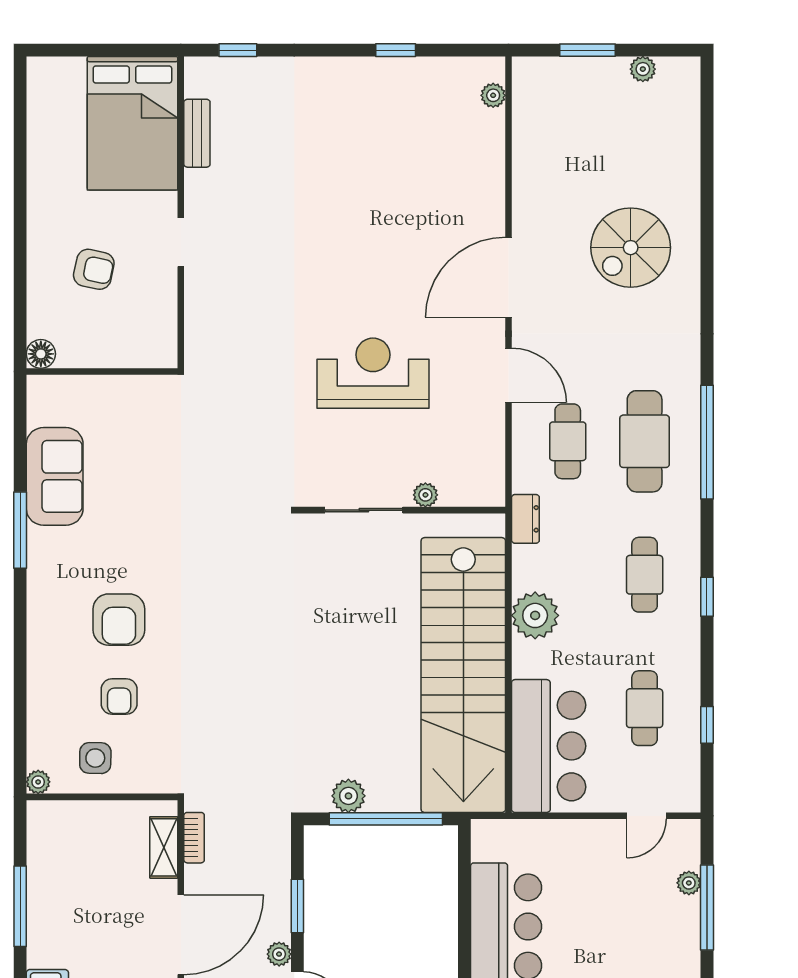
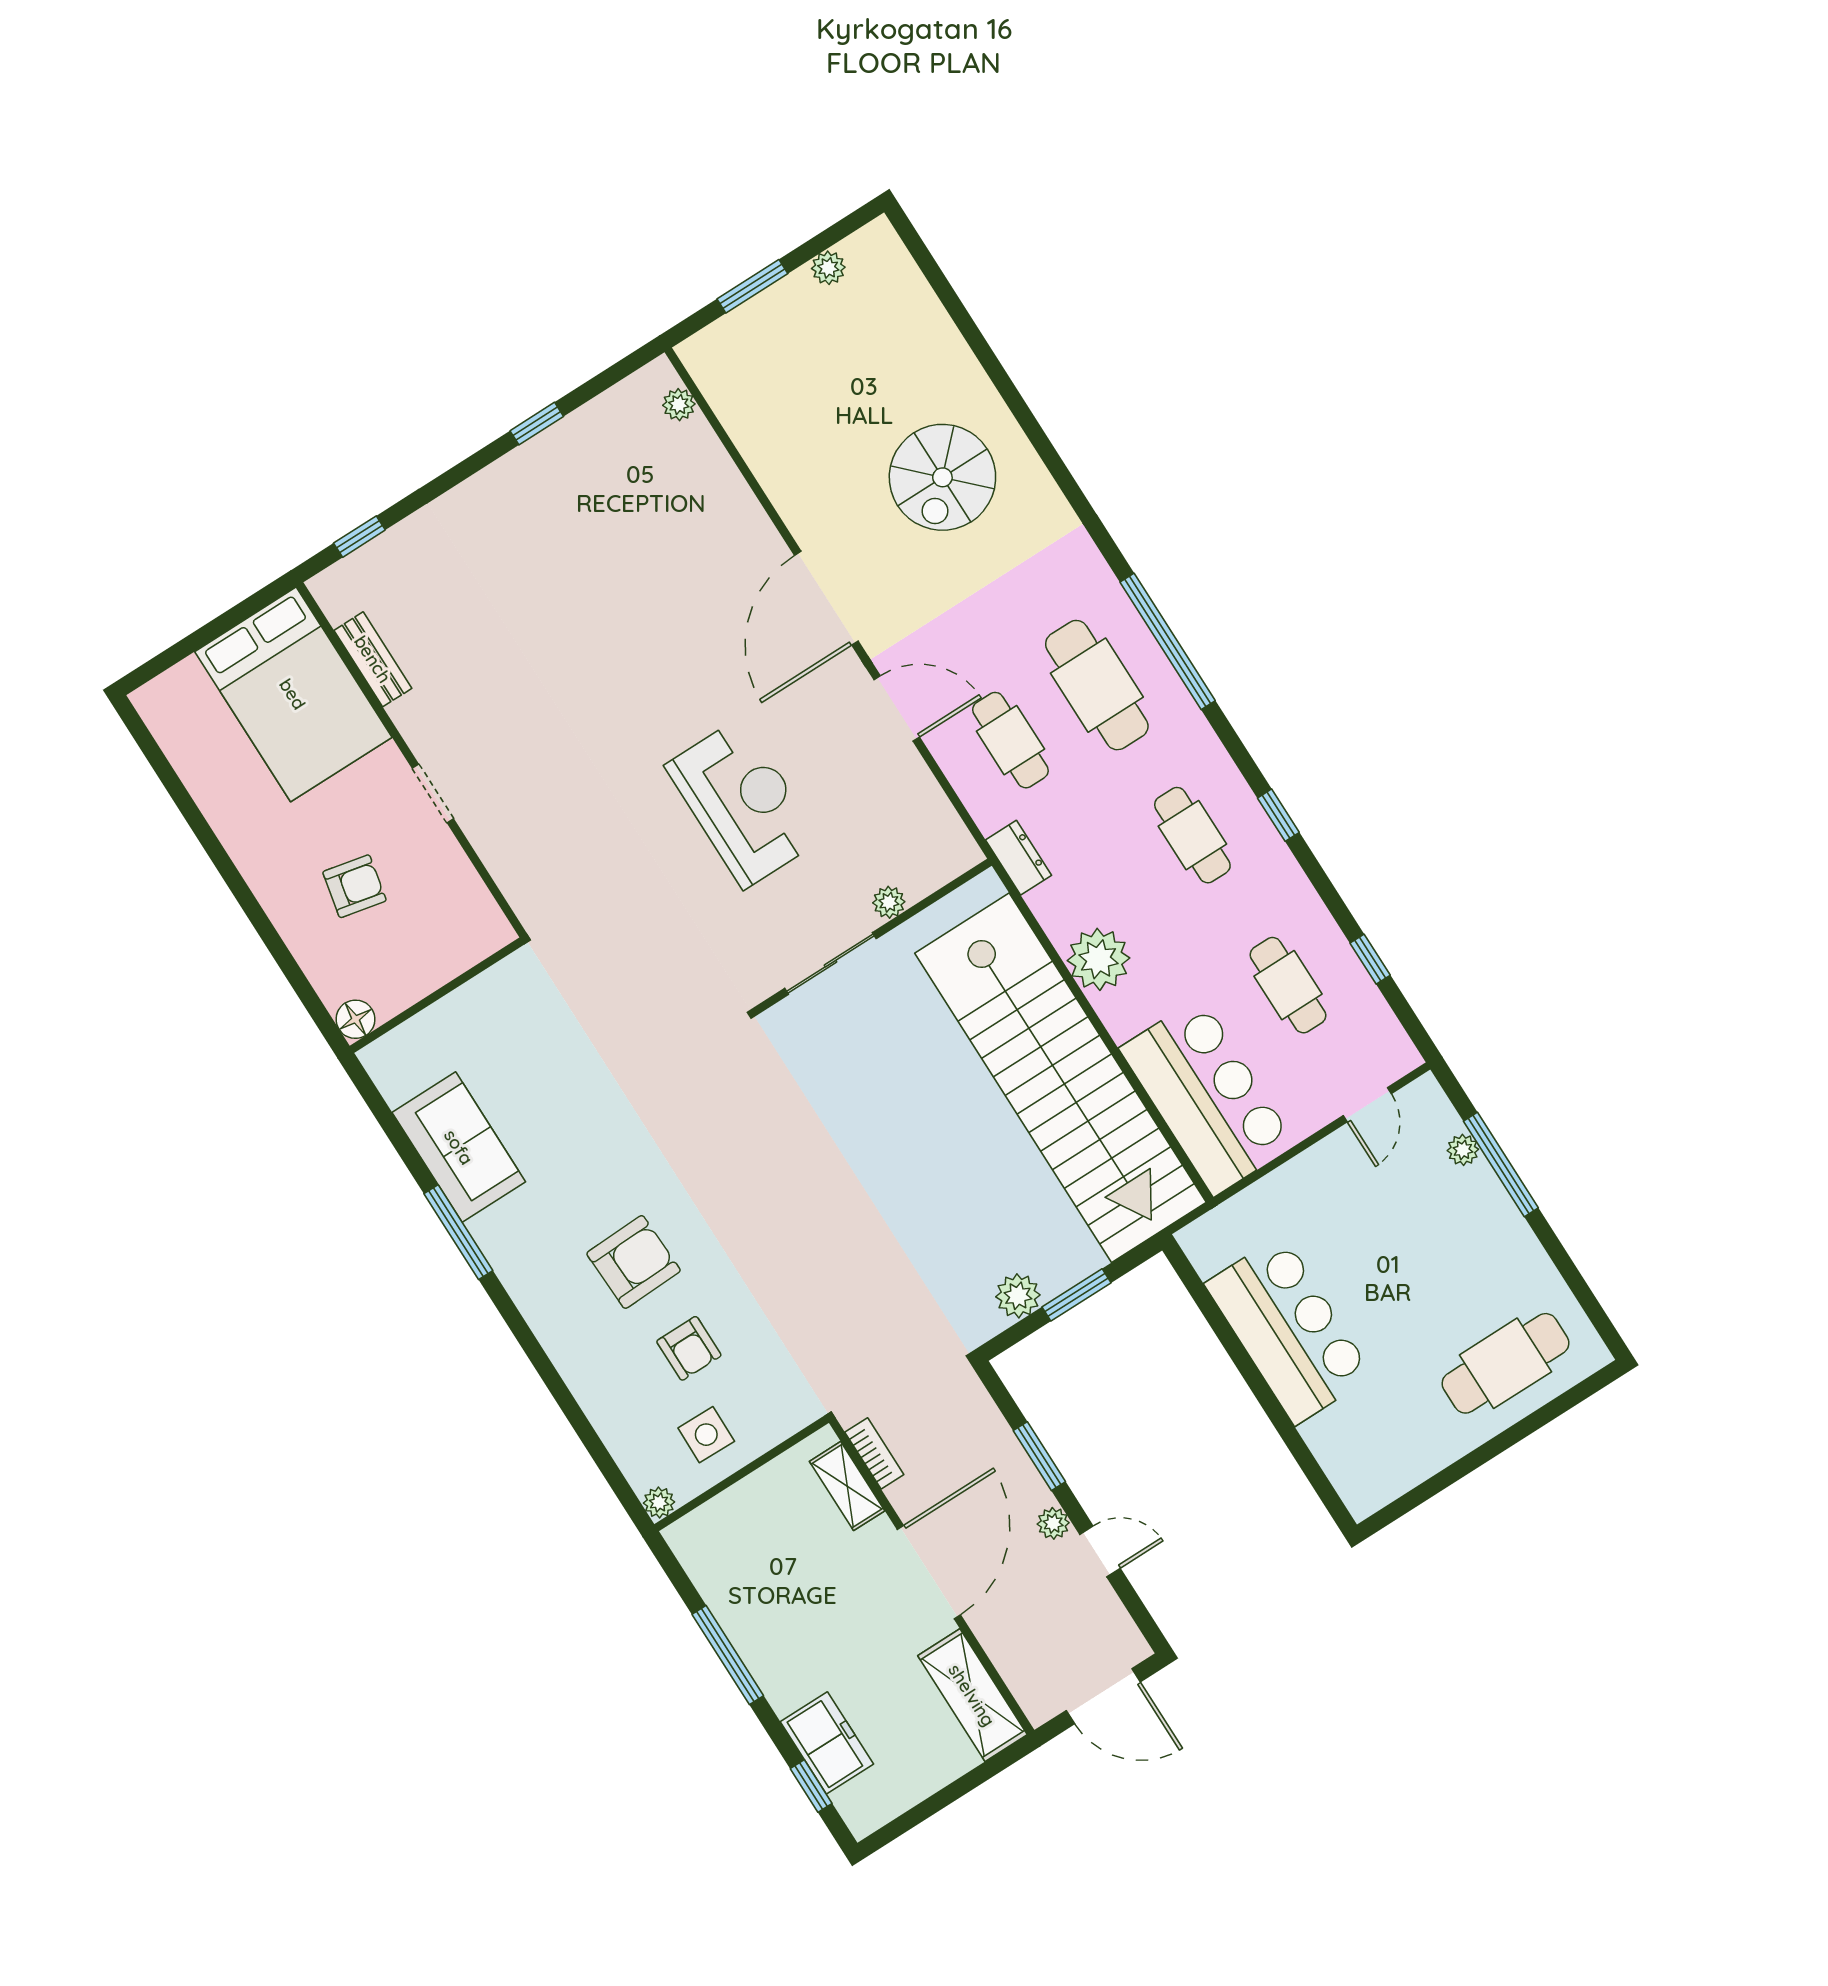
reception desk: (373, 373) -> (743, 803), turned 90
armchair: (119, 620) -> (634, 1262), turned -92
window: (386, 819) -> (1076, 1295), width x0.47

